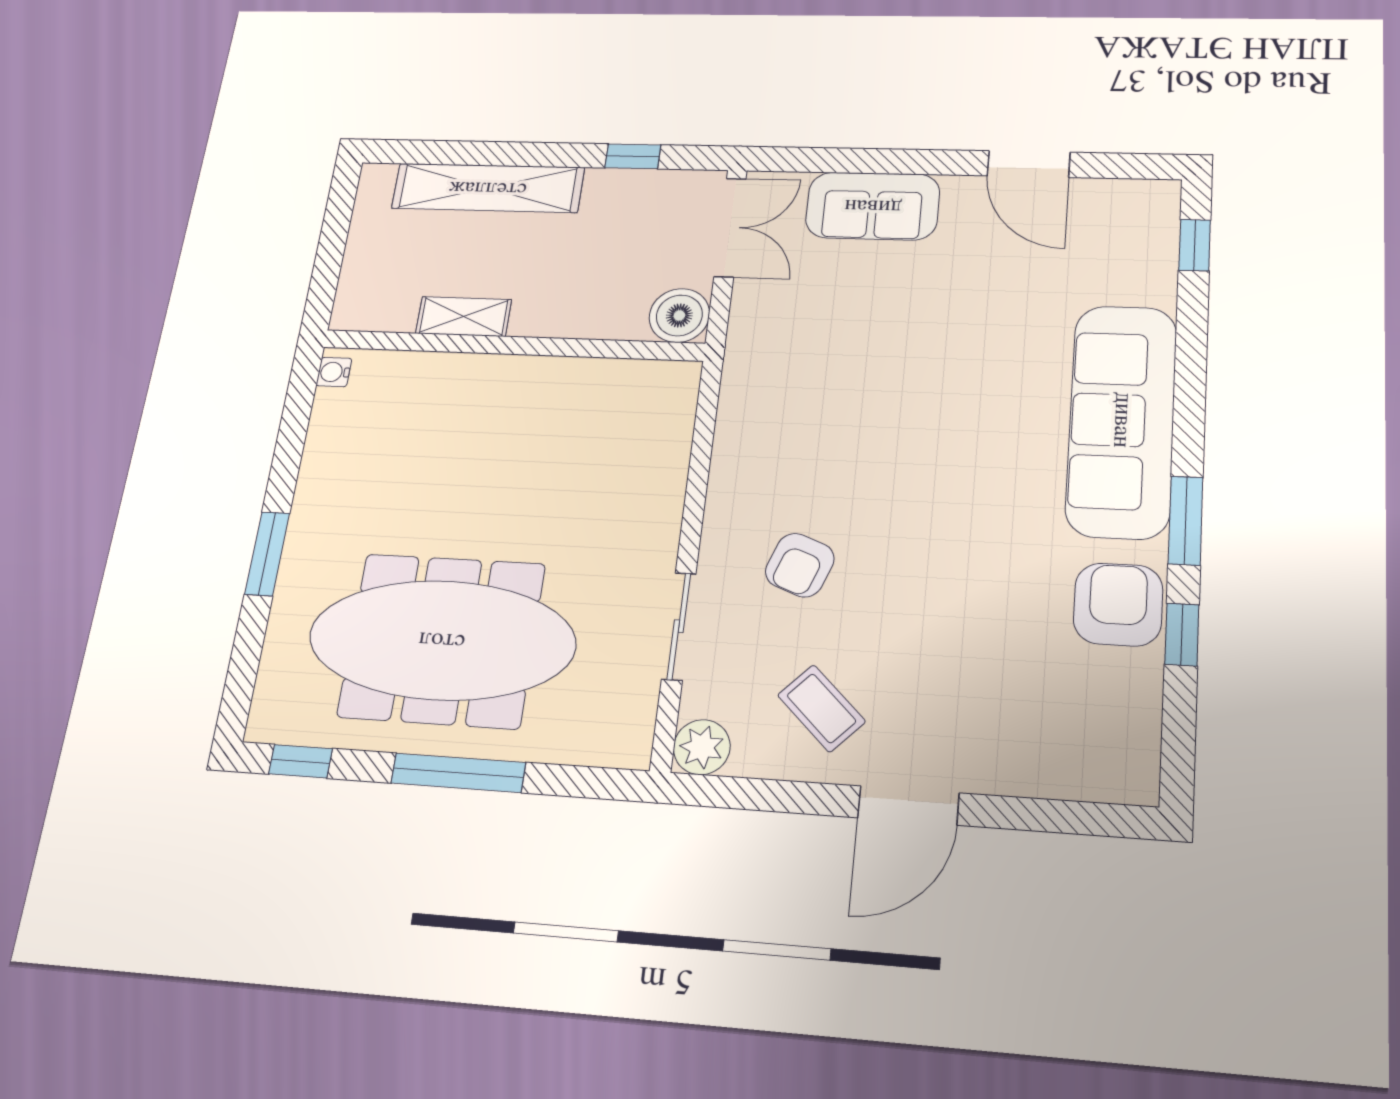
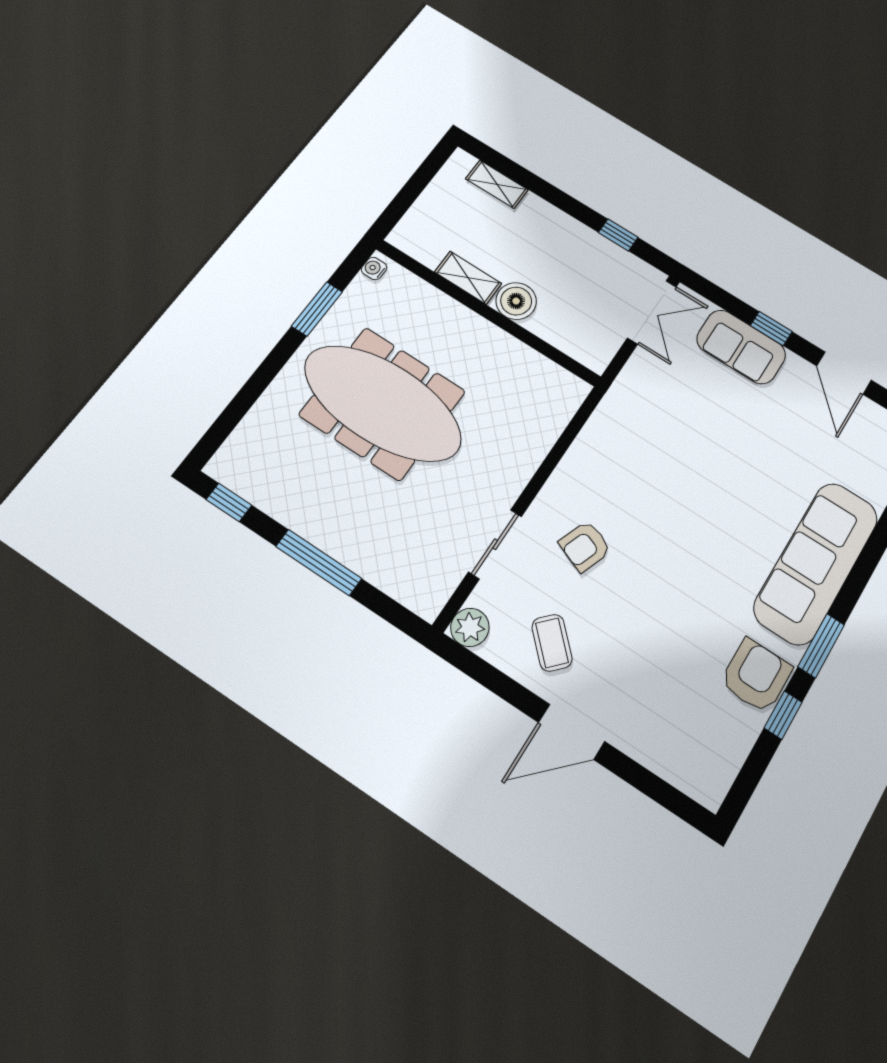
window: (900, 162) -> (771, 328), added
shelving: (488, 188) -> (497, 184), width x0.45, depth x0.75
boiler: (679, 315) -> (516, 301), moved
window: (267, 554) -> (317, 309), moved
meeting table: (442, 640) -> (383, 403), moved

